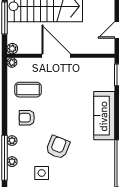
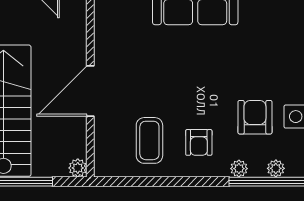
plant: (12, 63) -> (102, 169), removed
armchair: (58, 147) -> (255, 117), moved, turned 68

